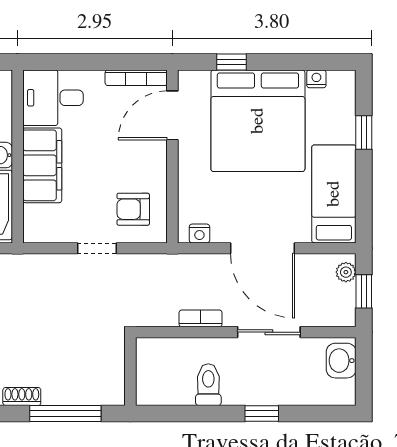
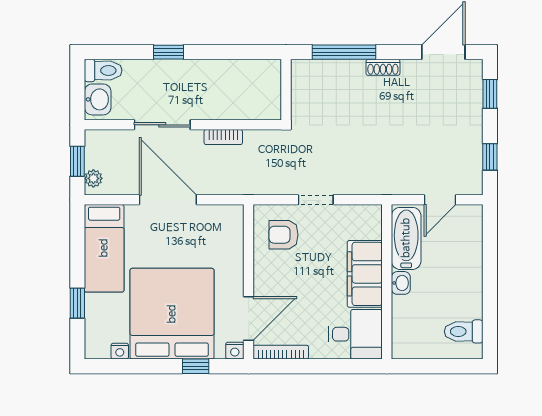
armchair: (133, 209) -> (283, 235), turned 180
nightstand: (199, 233) -> (235, 351), moved, turned 180
toilet: (208, 385) -> (103, 71), moved, turned -90

